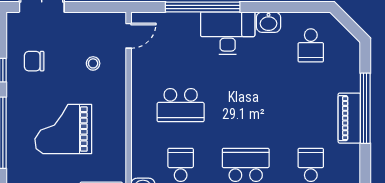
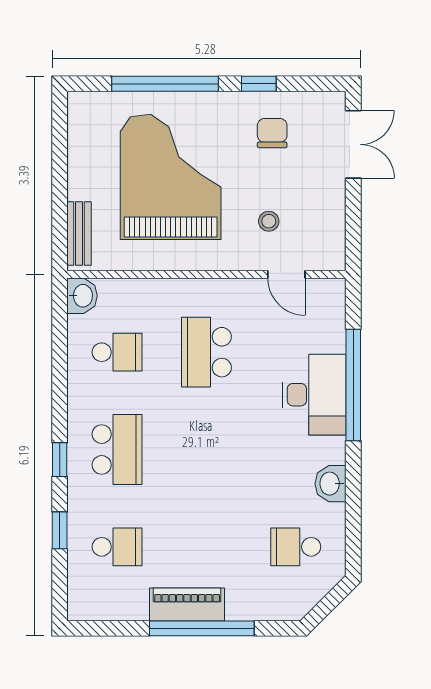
desk: (228, 33) -> (314, 395), moved
door: (129, 36) -> (286, 274), moved
grand piano: (63, 129) -> (171, 177), width x1.37, depth x1.48

